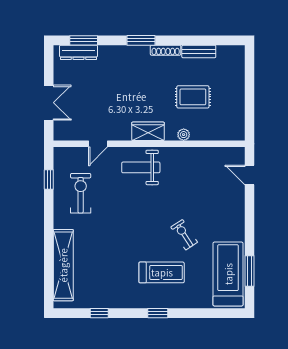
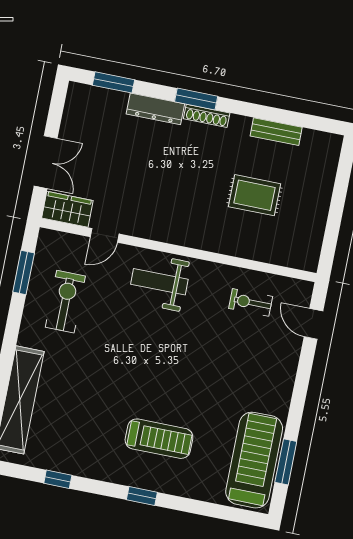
shoe rack: (166, 50) -> (207, 116), moved
dresser: (79, 52) -> (155, 109), moved
wardrobe: (148, 131) -> (67, 209), moved
plant: (184, 135) -> (230, 247), removed
window: (49, 179) -> (24, 273), width x1.50
exercise bike: (184, 235) -> (251, 302), moved, turned -57

